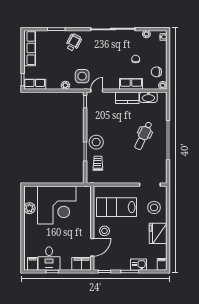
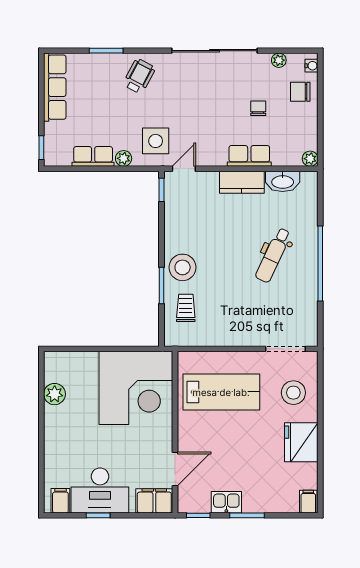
chair: (156, 72) -> (300, 92), moved
row of seats: (35, 84) -> (93, 156), moved
corner desk: (57, 205) -> (136, 388), moved
lab bench: (116, 207) -> (221, 392), turned 180
stool: (104, 231) -> (198, 437), removed
desk: (49, 258) -> (100, 490), width x1.37
kitchen sink: (139, 265) -> (226, 502), moved

